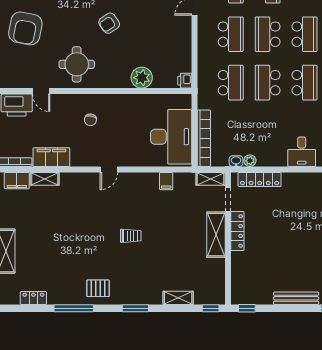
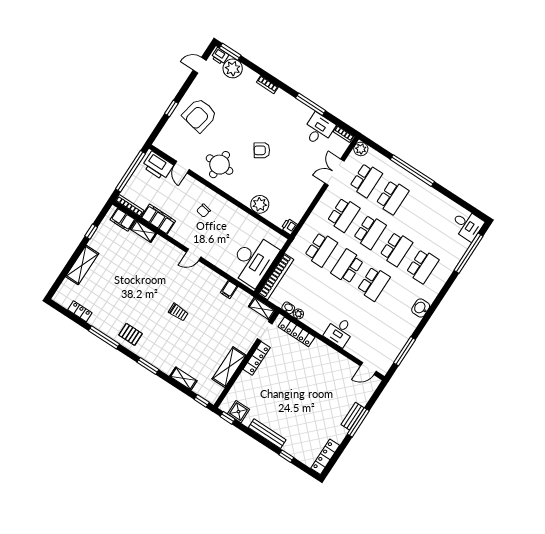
school desk: (268, 34) -> (370, 232), turned 180
shelving: (216, 235) -> (229, 367), moved
shower: (254, 295) -> (238, 412), added

